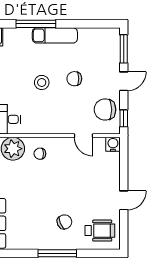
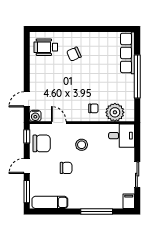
exam couch: (55, 35) -> (50, 202), moved
stool: (42, 82) -> (82, 145), moved
door: (124, 200) -> (27, 99), moved
window: (57, 253) -> (80, 29), removed

